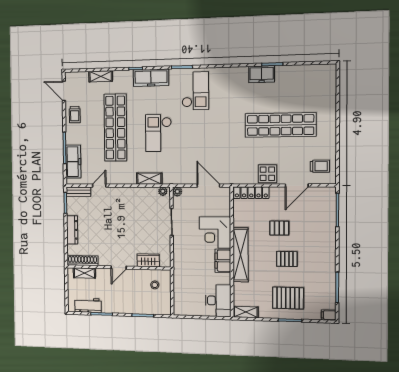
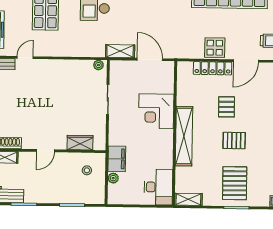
shelving: (149, 179) -> (120, 51), moved
plant: (177, 192) -> (113, 178), moved
locker: (251, 193) -> (213, 68), moved
pallet: (279, 228) -> (227, 107), turned 90
filing cabinet: (223, 261) -> (117, 159), moved, turned 180
pallet: (288, 298) -> (235, 183), turned 90

